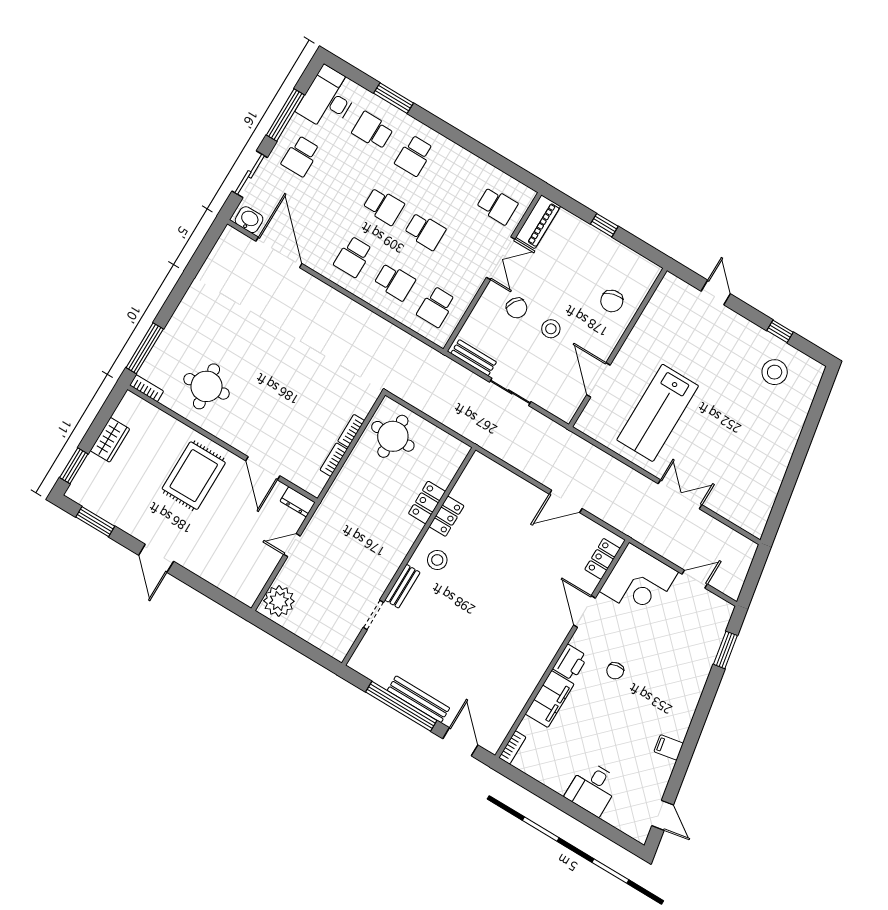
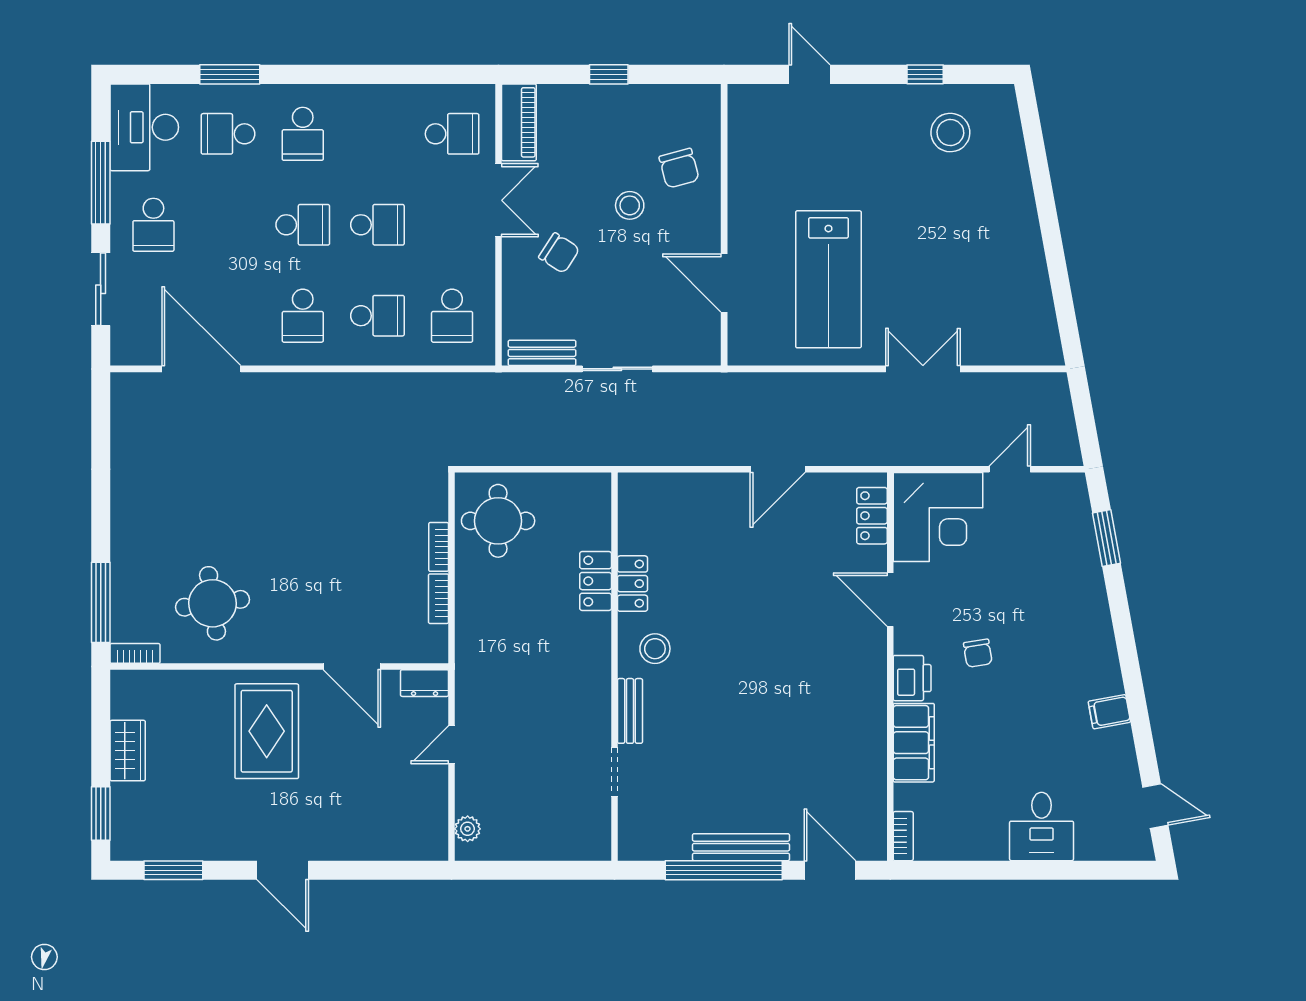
washbasin: (249, 220) -> (136, 350), removed
stool: (551, 329) -> (630, 205), moved
plant: (279, 601) -> (468, 829), width x0.53, depth x0.53

